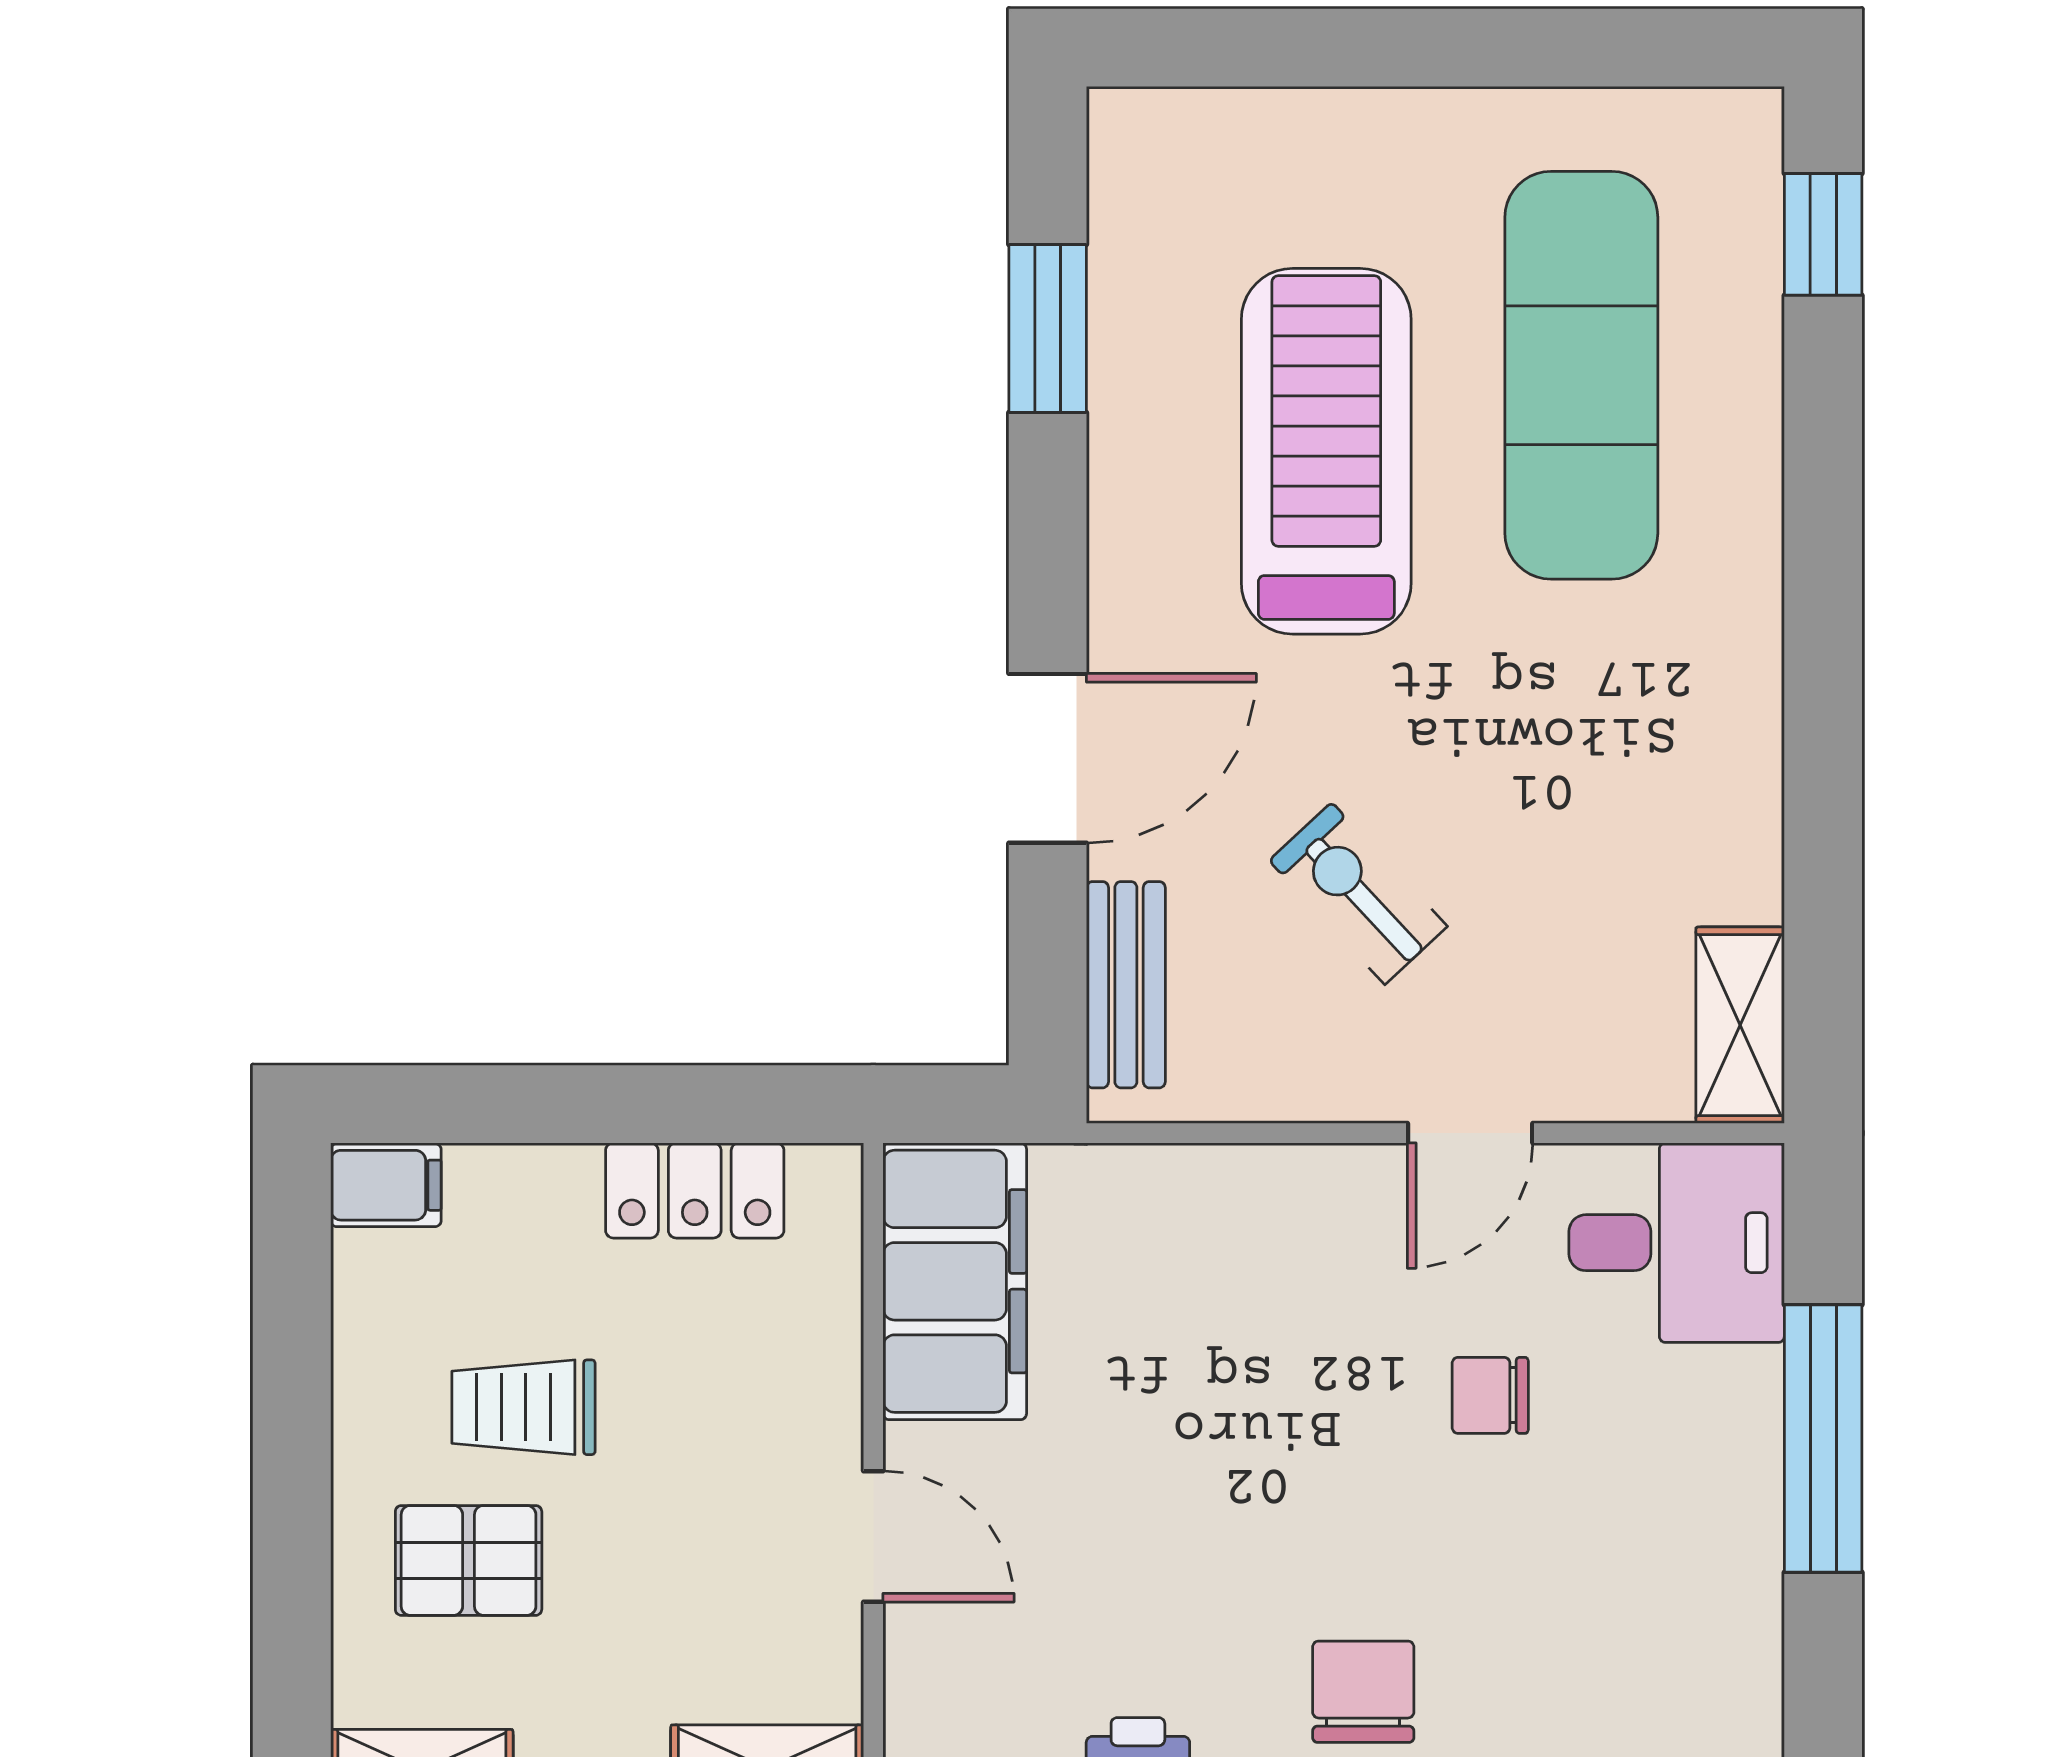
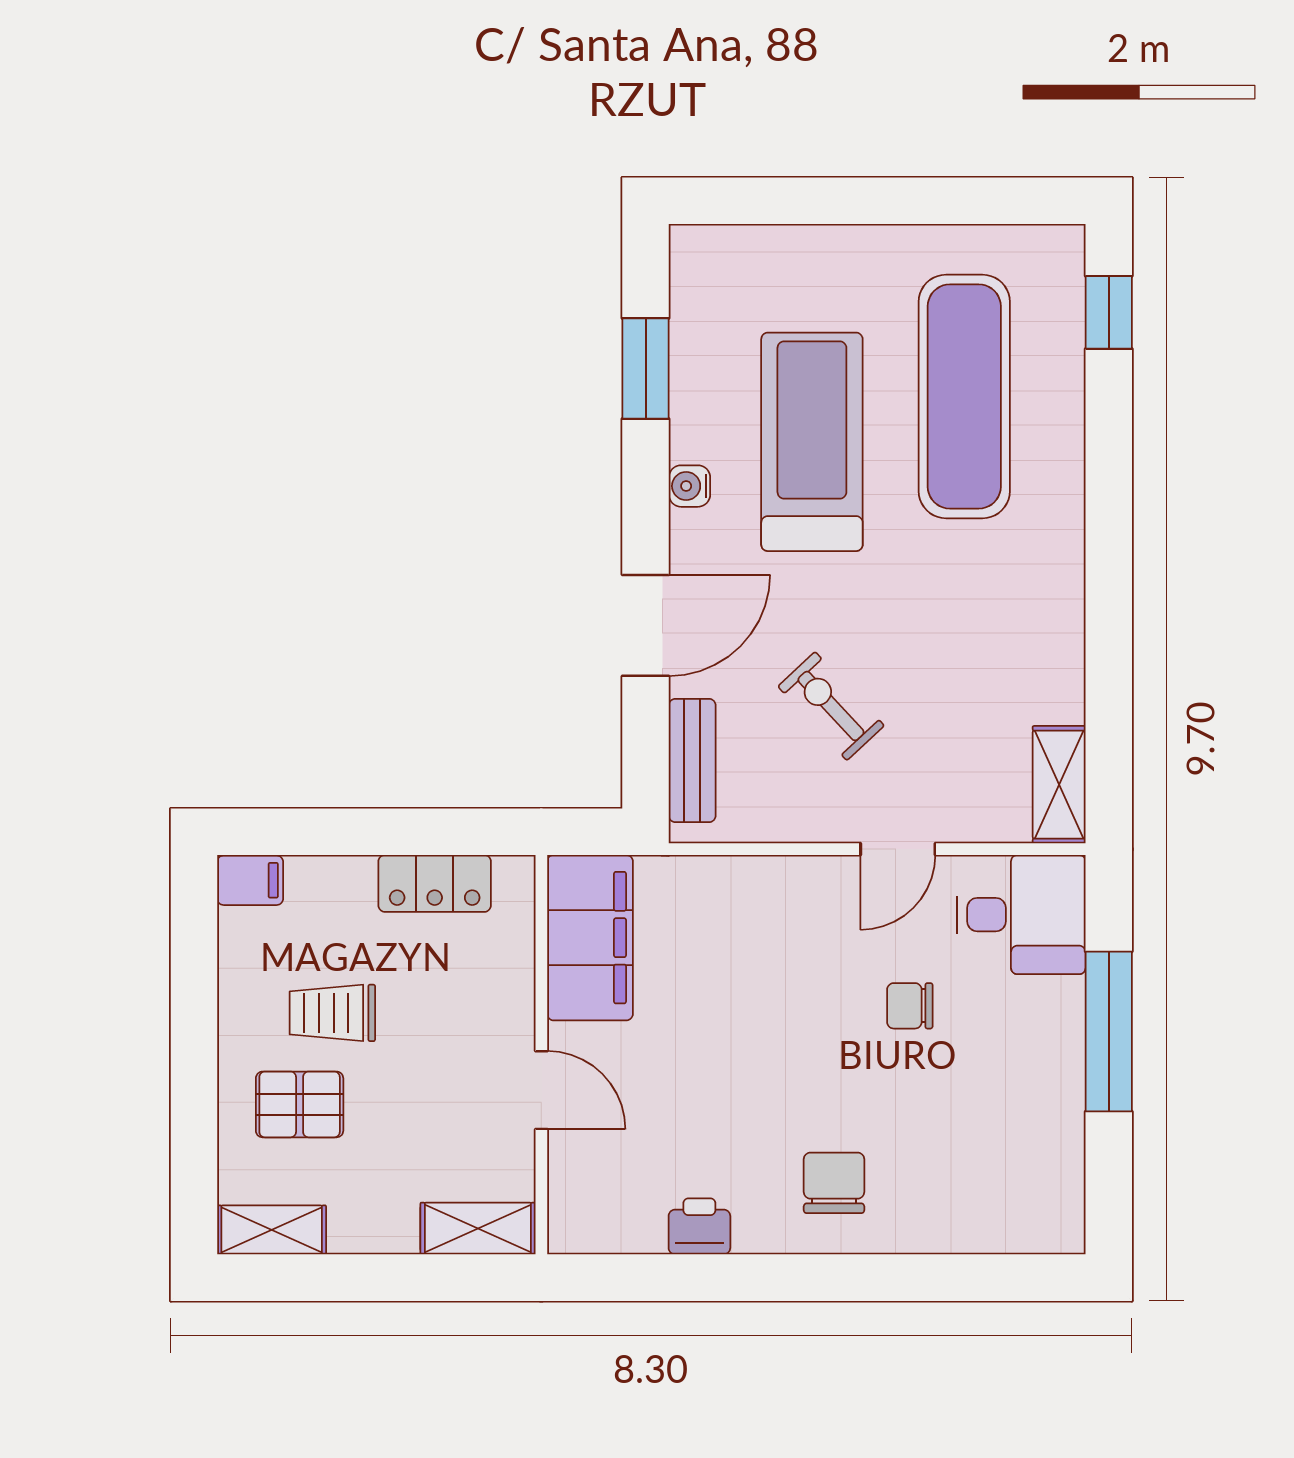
water cooler: (1121, 525) -> (689, 486), added

